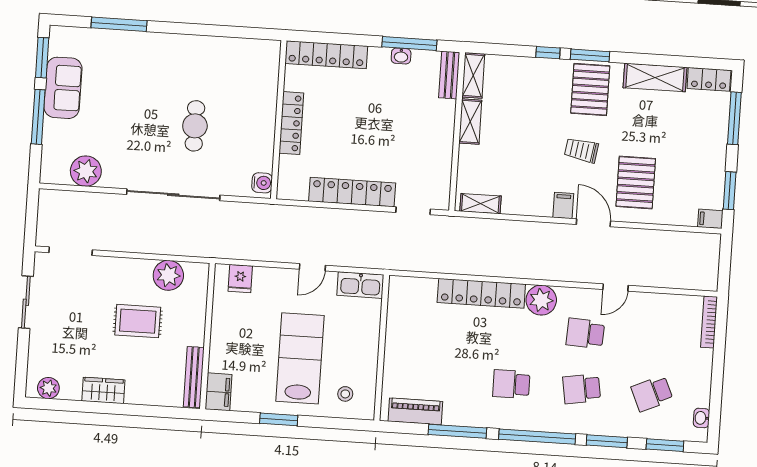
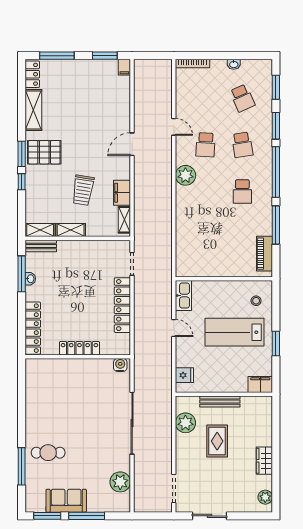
cafe table: (195, 126) -> (48, 453), moved
trolley: (581, 150) -> (83, 190), moved, width x1.36, depth x1.39
pallet: (636, 183) -> (104, 118), removed
filing cabinet: (563, 205) -> (122, 193), moved, width x2.00
locker: (481, 293) -> (184, 215), removed
bench: (194, 377) -> (220, 402), moved
washbasin: (701, 418) -> (234, 64), moved

